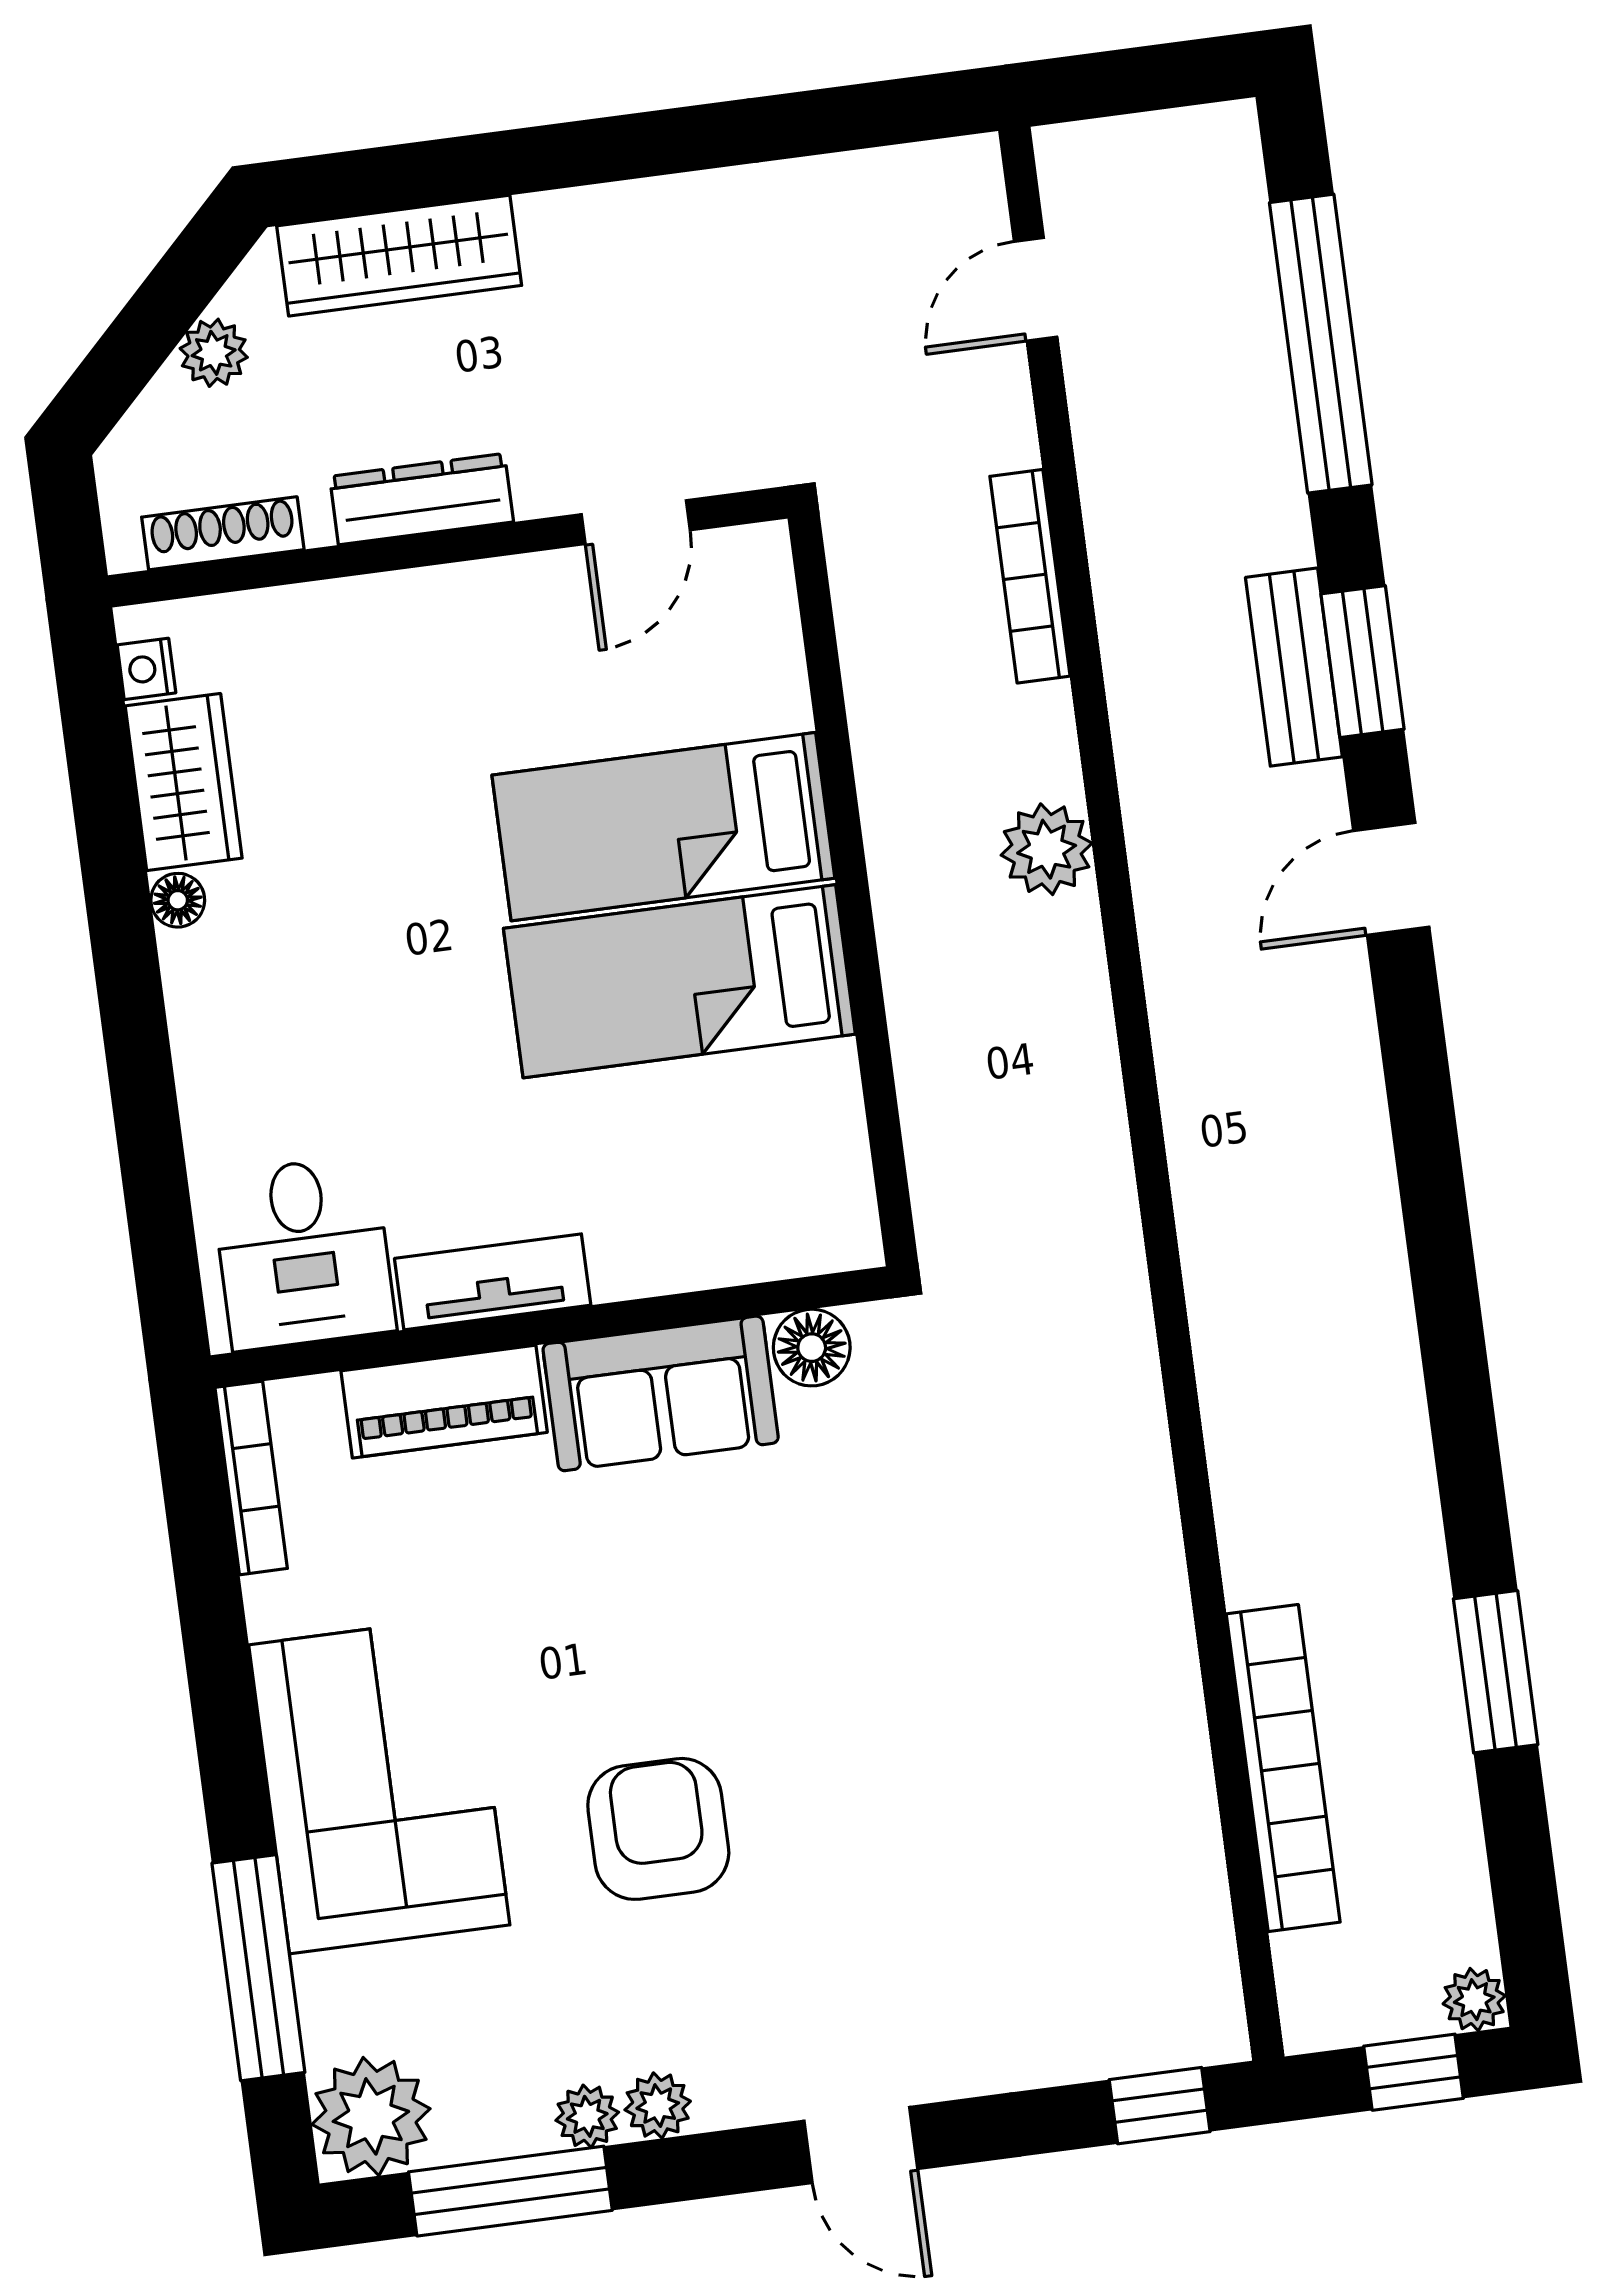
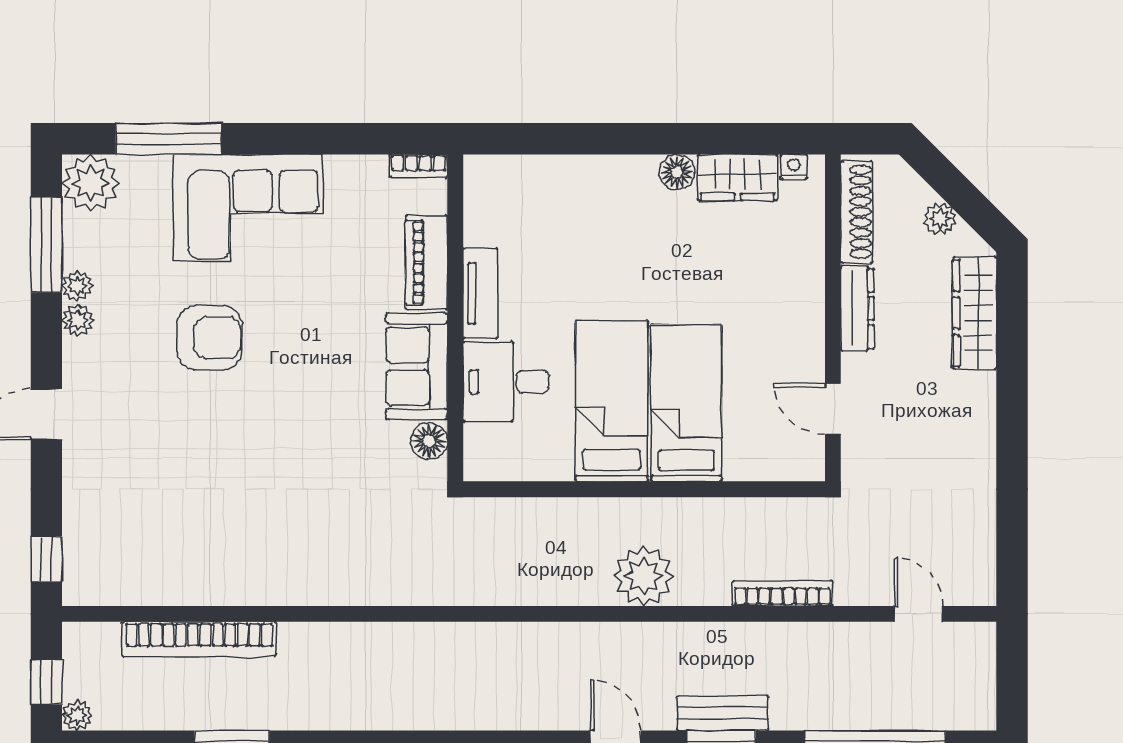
shoe rack: (223, 533) -> (857, 212), width x1.36, depth x1.24
plant: (1047, 849) -> (644, 576), width x1.36, depth x1.36
floor lamp: (178, 900) -> (677, 172), width x1.37, depth x1.37
desk: (303, 1253) -> (506, 382), moved
bookcase: (251, 1478) -> (418, 166), width x0.64

